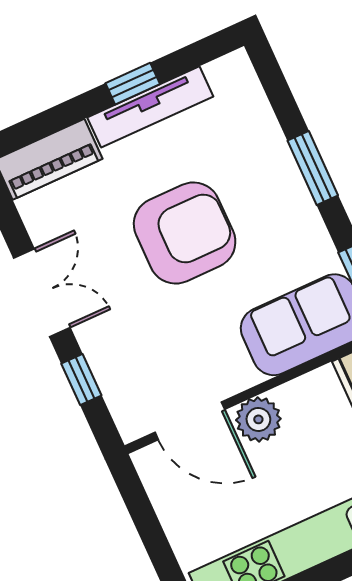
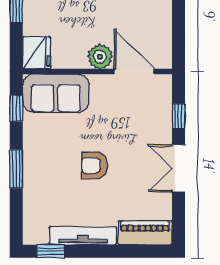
window: (133, 84) -> (51, 251), moved
armchair: (185, 233) -> (94, 166), width x0.53, depth x0.53

